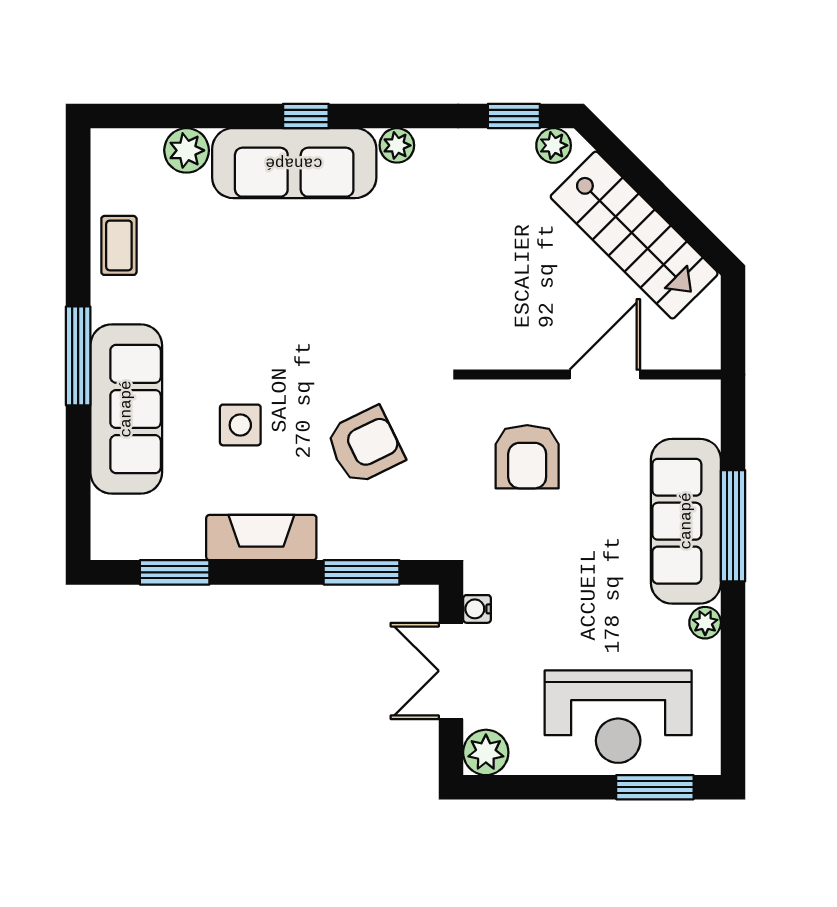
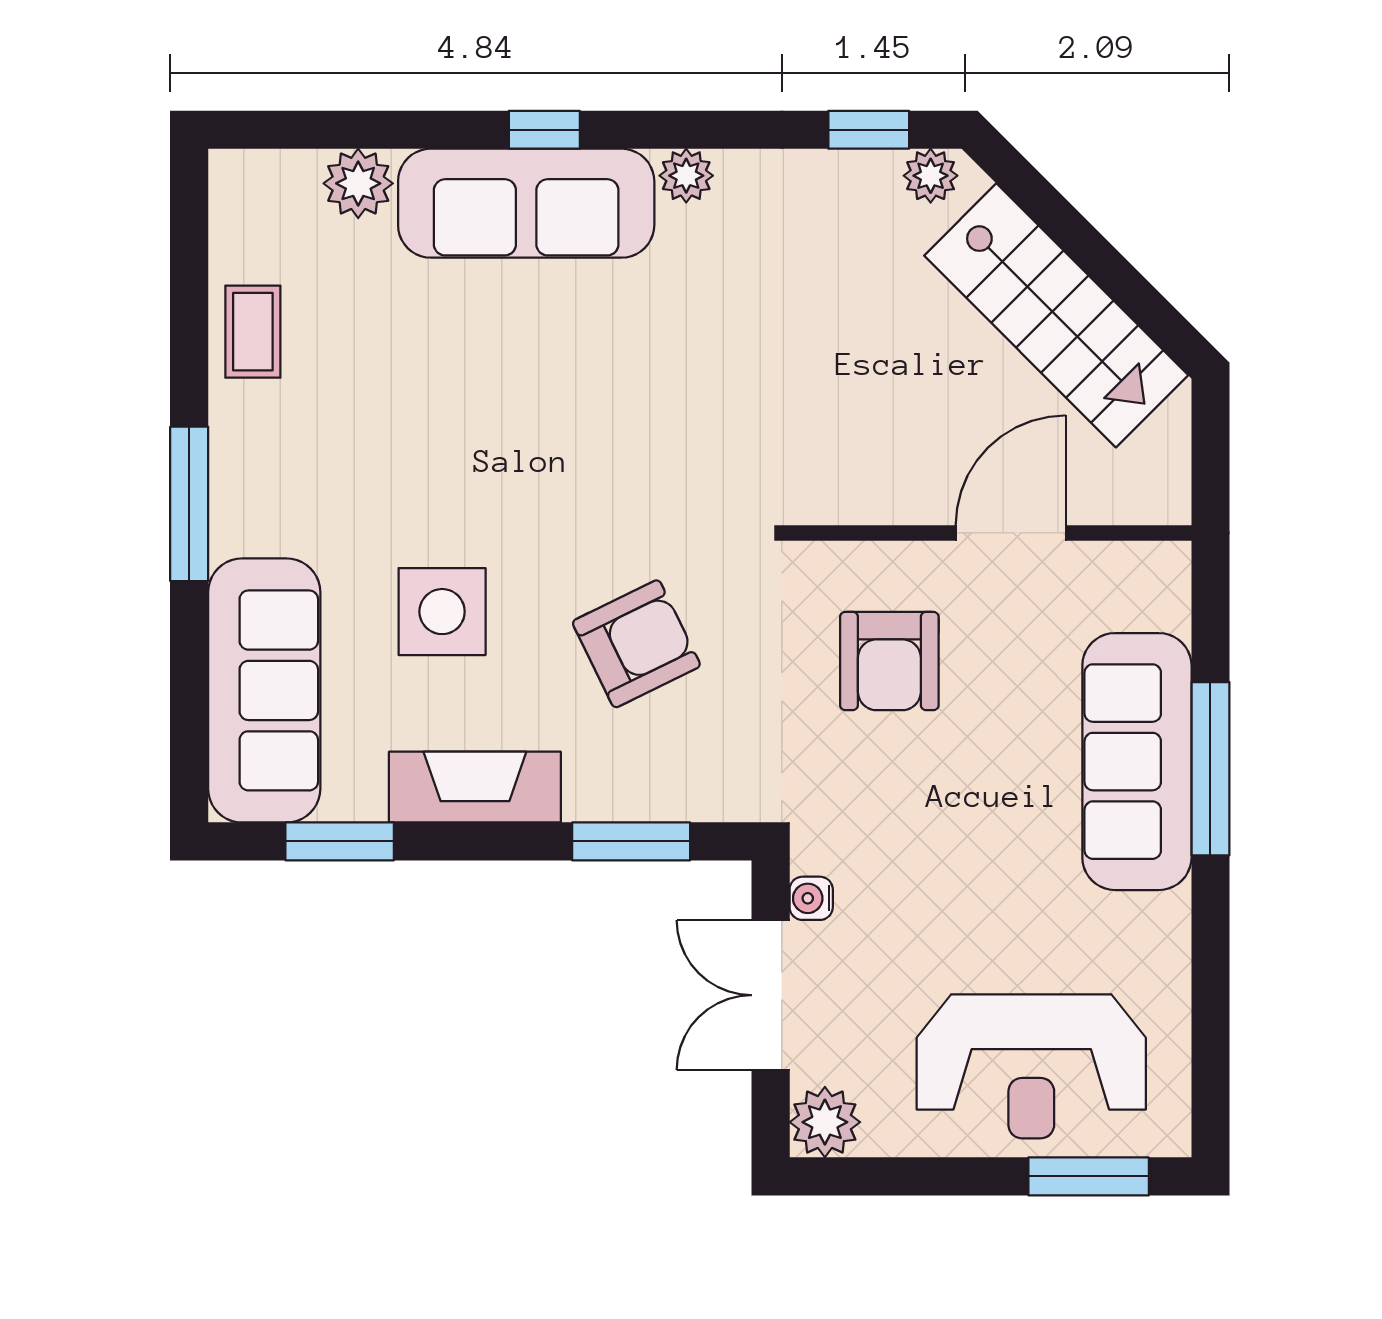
sofa: (126, 409) -> (264, 690), moved
side table: (240, 425) -> (442, 612), width x1.37, depth x1.37
plant: (705, 623) -> (1167, 920), removed

